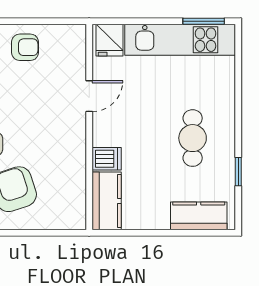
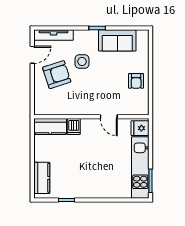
cafe table: (193, 138) -> (85, 175), removed

